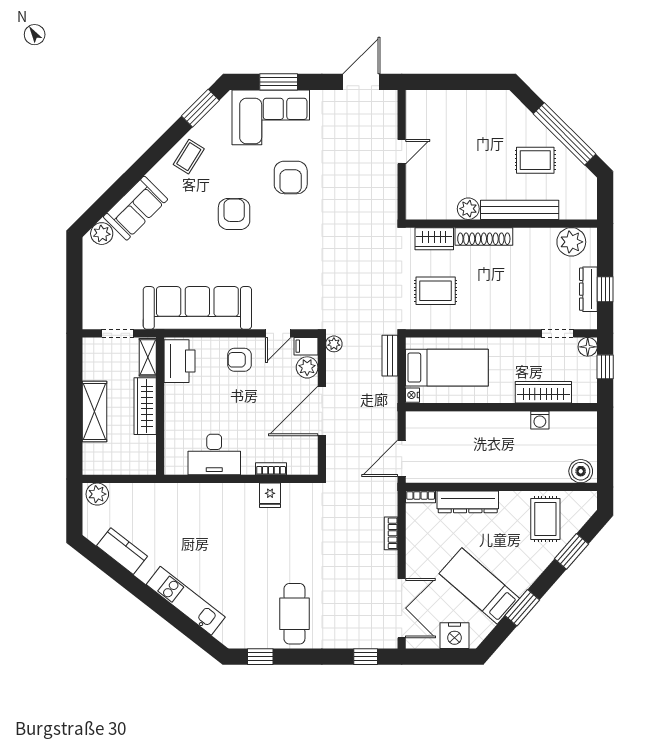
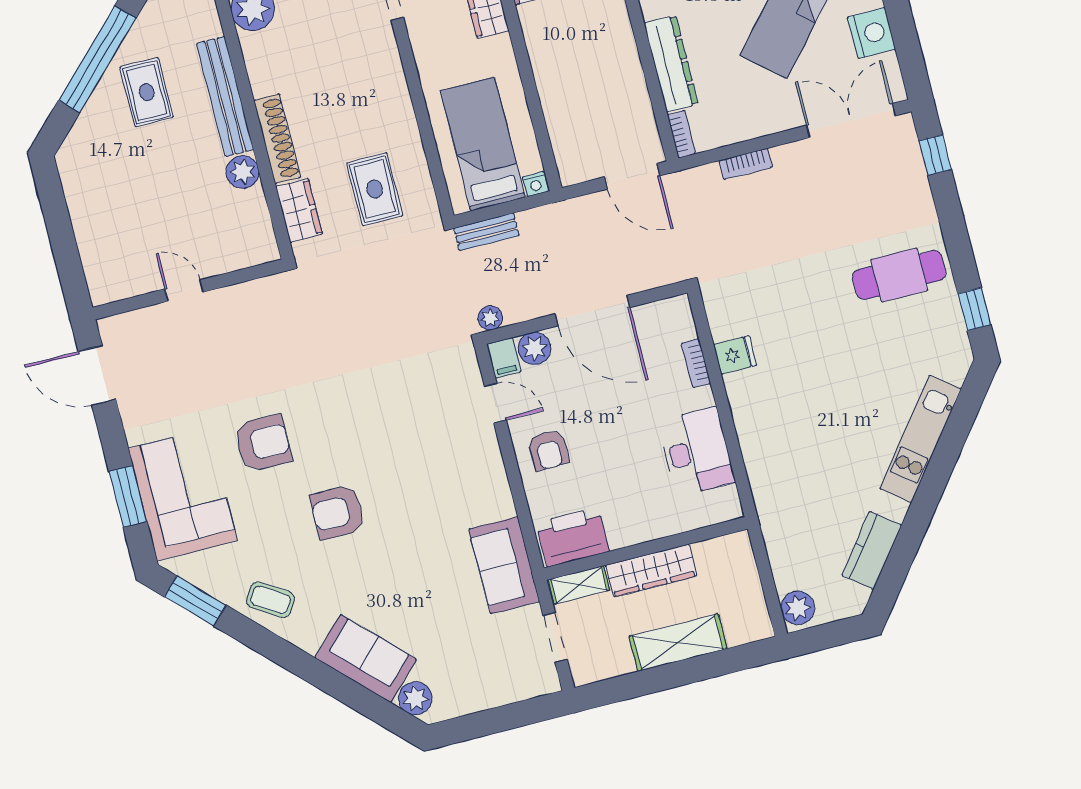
sofa: (197, 308) -> (504, 565), width x0.54, depth x0.79

